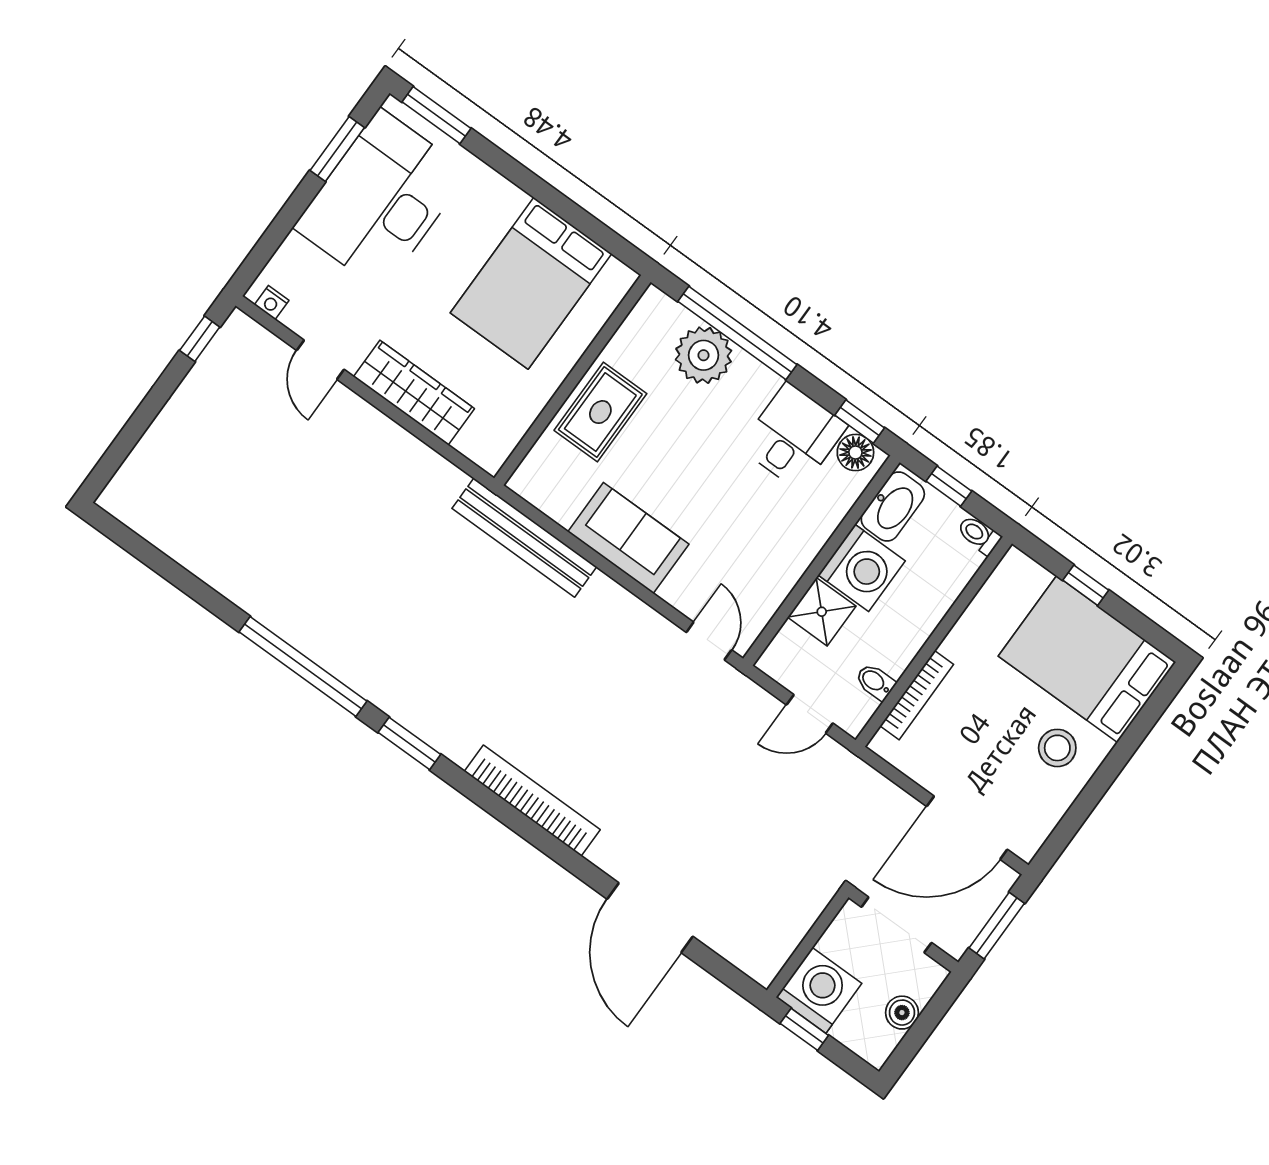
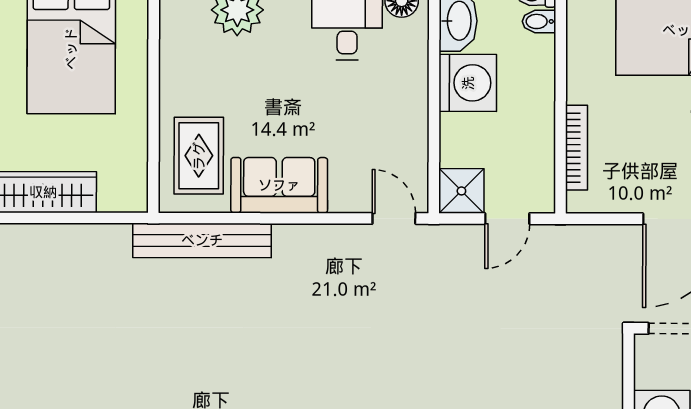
rug: (600, 412) -> (199, 156), moved
shower: (822, 612) -> (461, 191), moved
bidet: (875, 682) -> (539, 21), moved

